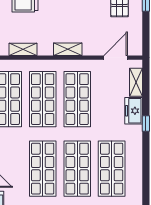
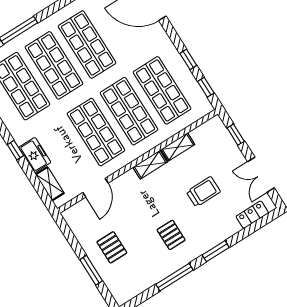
shelving: (68, 49) -> (150, 165), moved
door: (116, 58) -> (95, 188), moved

